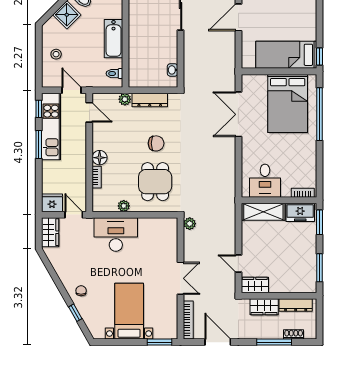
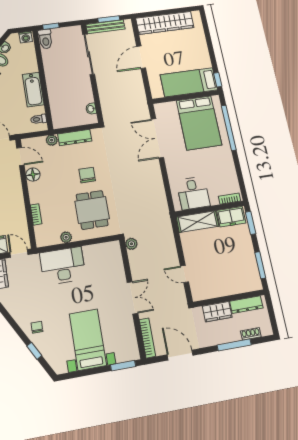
chair: (156, 143) -> (87, 175), turned -90
floor lamp: (100, 158) -> (33, 175), moved
wardrobe: (255, 285) -> (204, 292), removed

